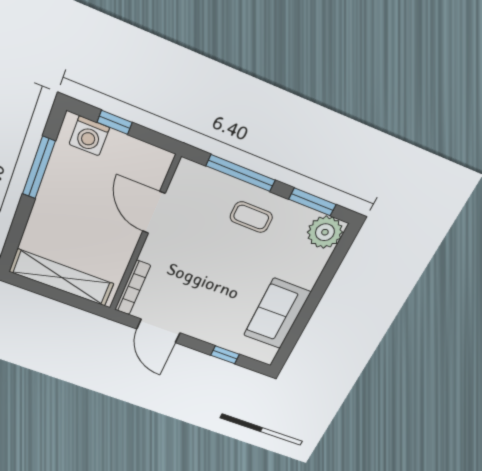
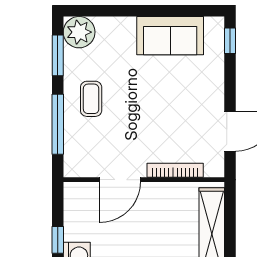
bookcase: (133, 288) -> (175, 170), moved
window: (225, 355) -> (230, 41), moved

